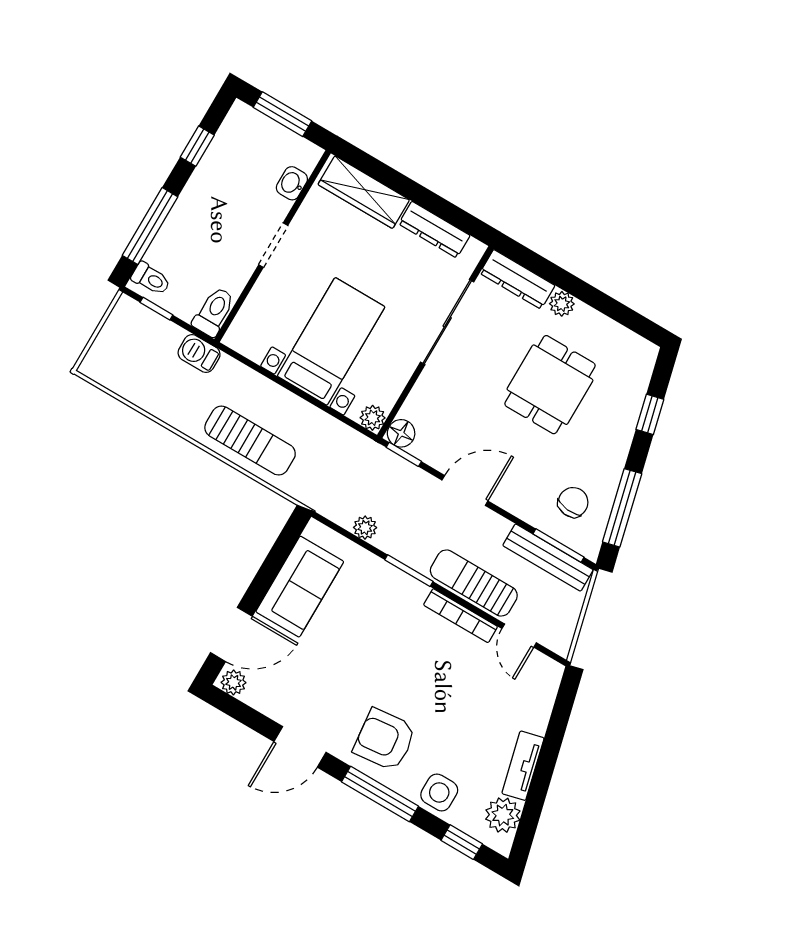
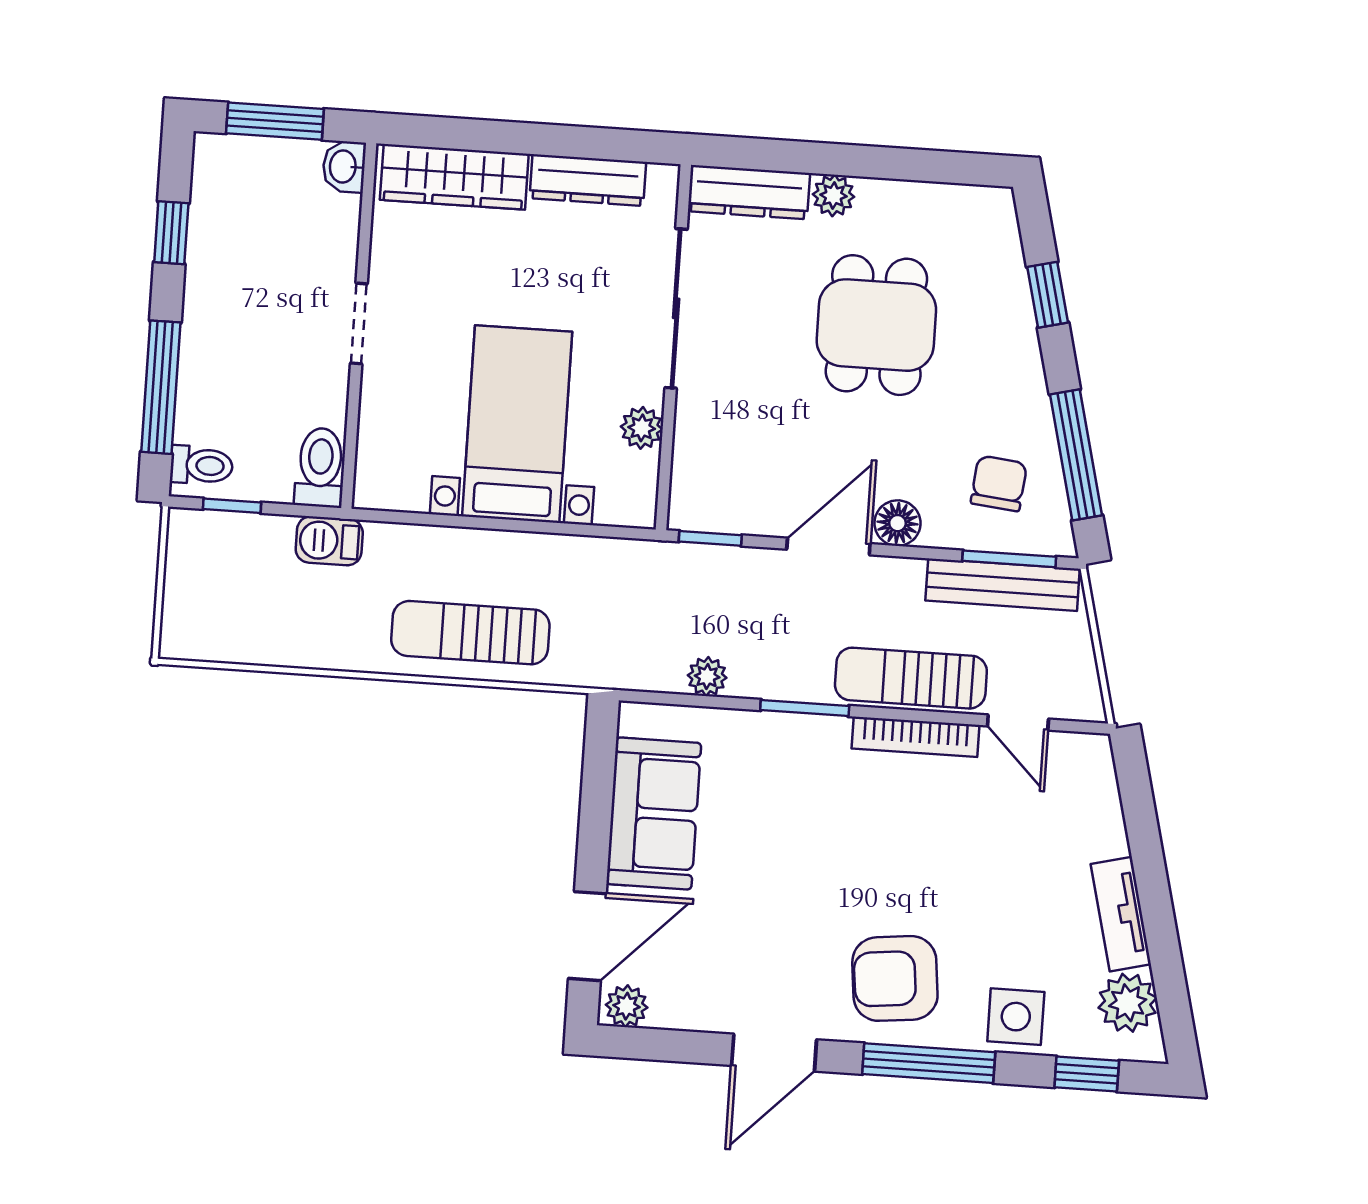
washbasin: (292, 183) -> (344, 167), moved
plant: (373, 418) -> (642, 428), moved
floor lamp: (401, 433) -> (897, 523), moved
sun lounger: (250, 441) -> (470, 633), turned 180

